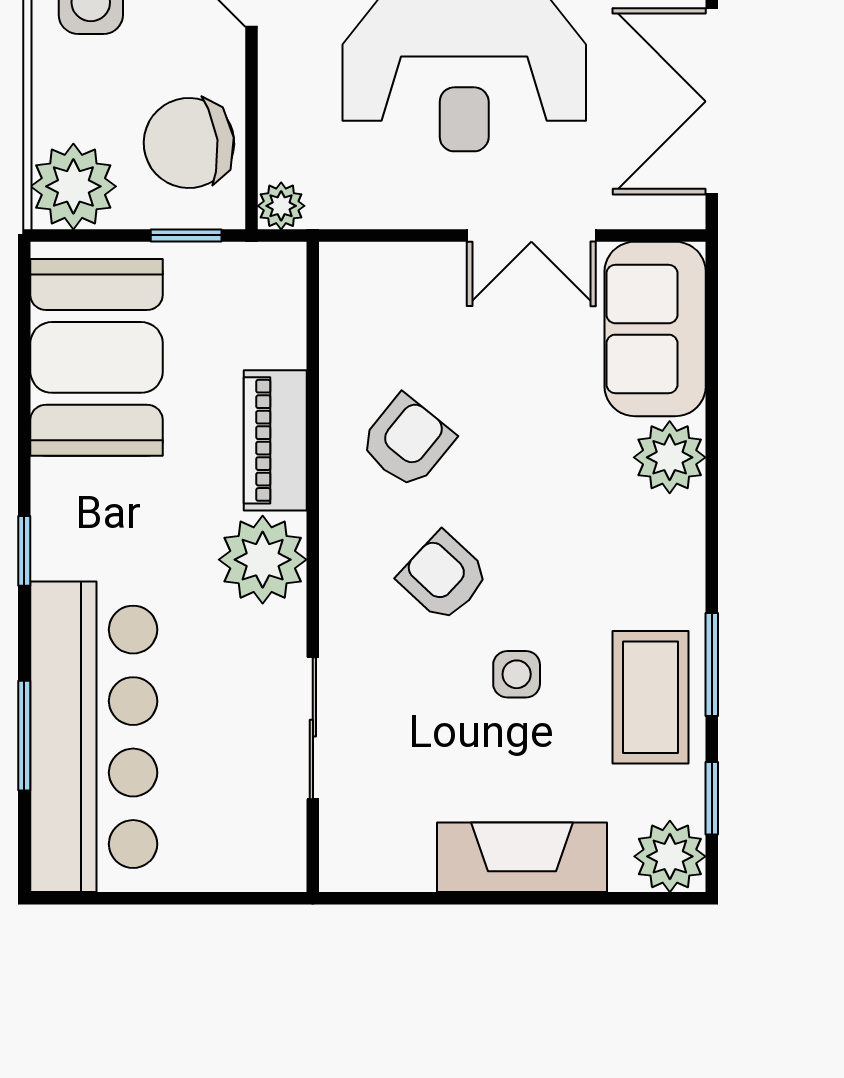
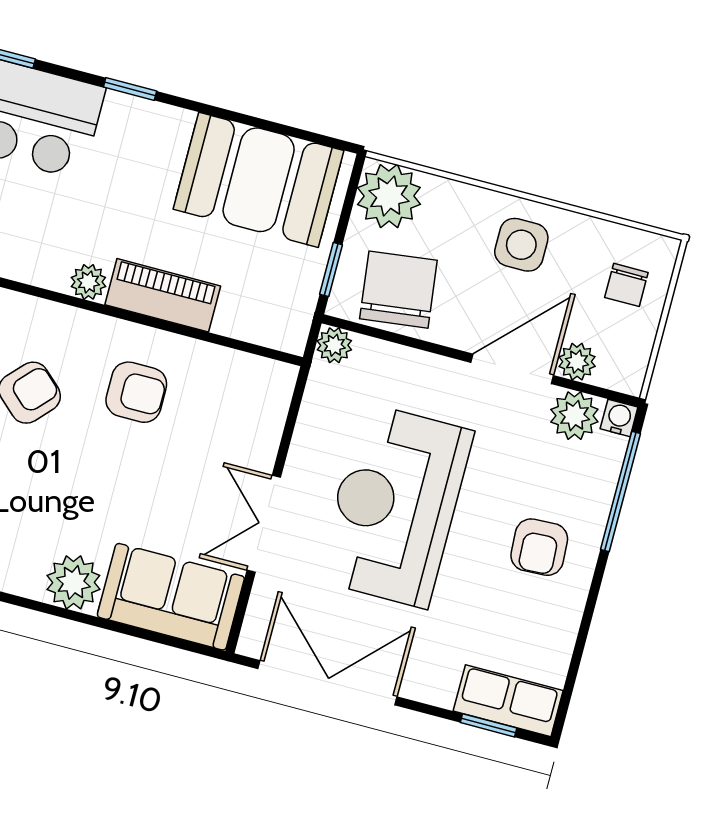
armchair: (407, 441) -> (136, 392), turned -39
plant: (263, 560) -> (88, 282), width x0.53, depth x0.53

